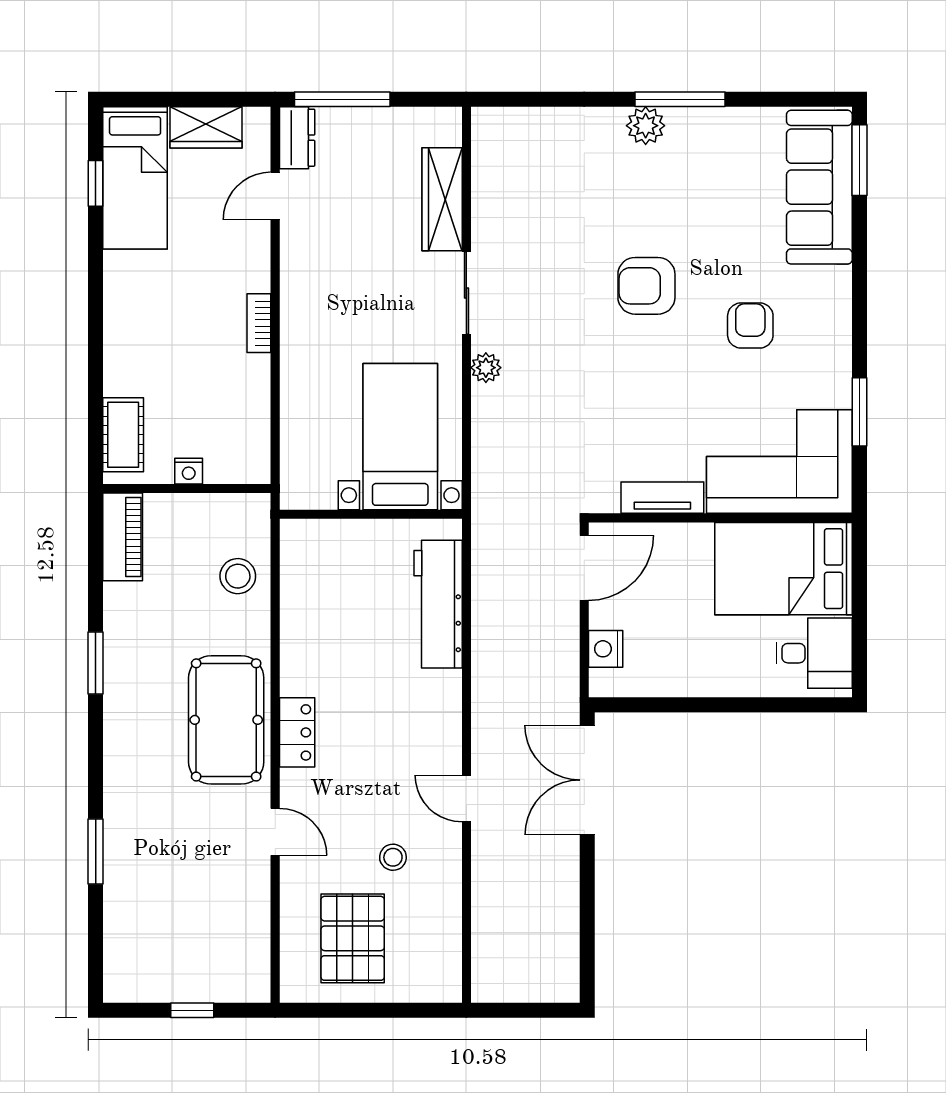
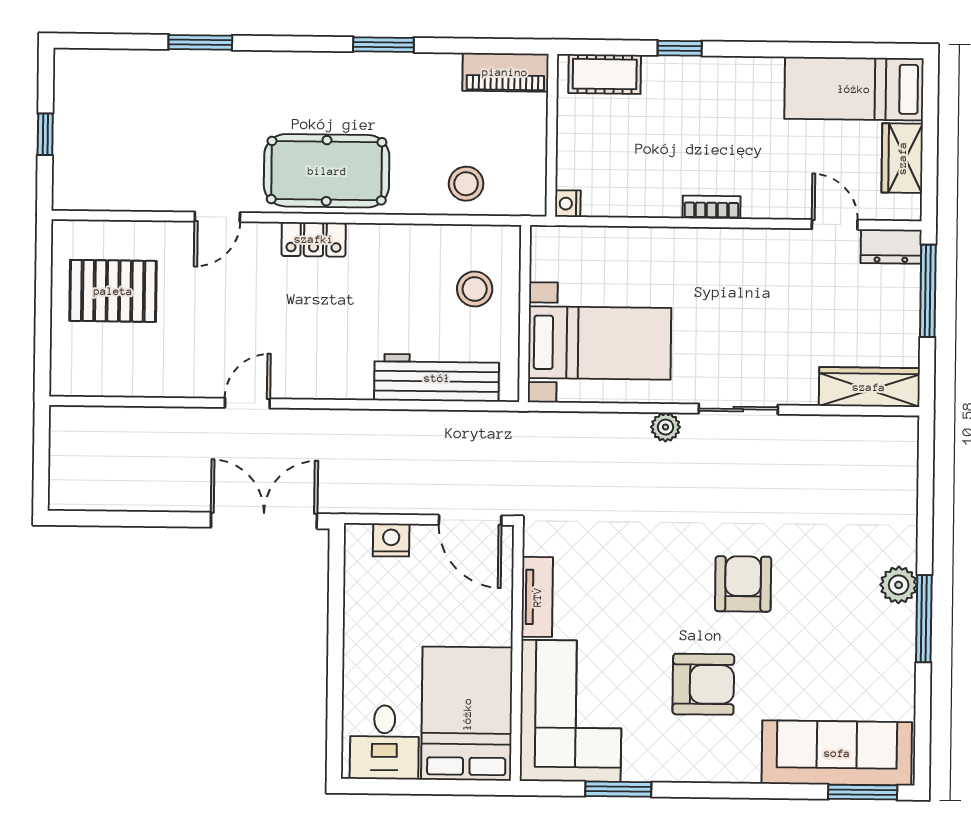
window: (96, 183) -> (680, 48), moved
wardrobe: (442, 199) -> (869, 387), moved
armchair: (750, 325) -> (703, 684), width x1.38, depth x1.38
nightstand: (189, 471) -> (568, 204), moved
stool: (393, 857) -> (475, 289), moved, width x1.37, depth x1.37

